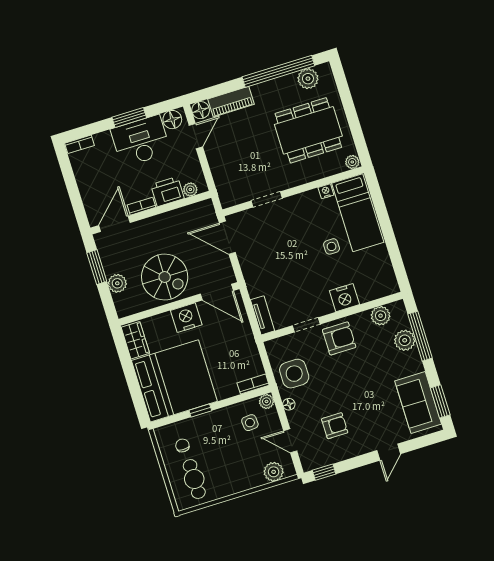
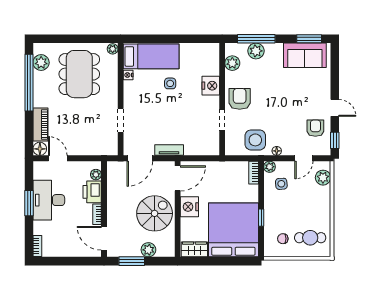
floor lamp: (172, 120) -> (40, 172), removed
tv unit: (262, 315) -> (169, 150), moved
armchair: (335, 426) -> (315, 128), moved
door: (389, 452) -> (335, 108), moved

